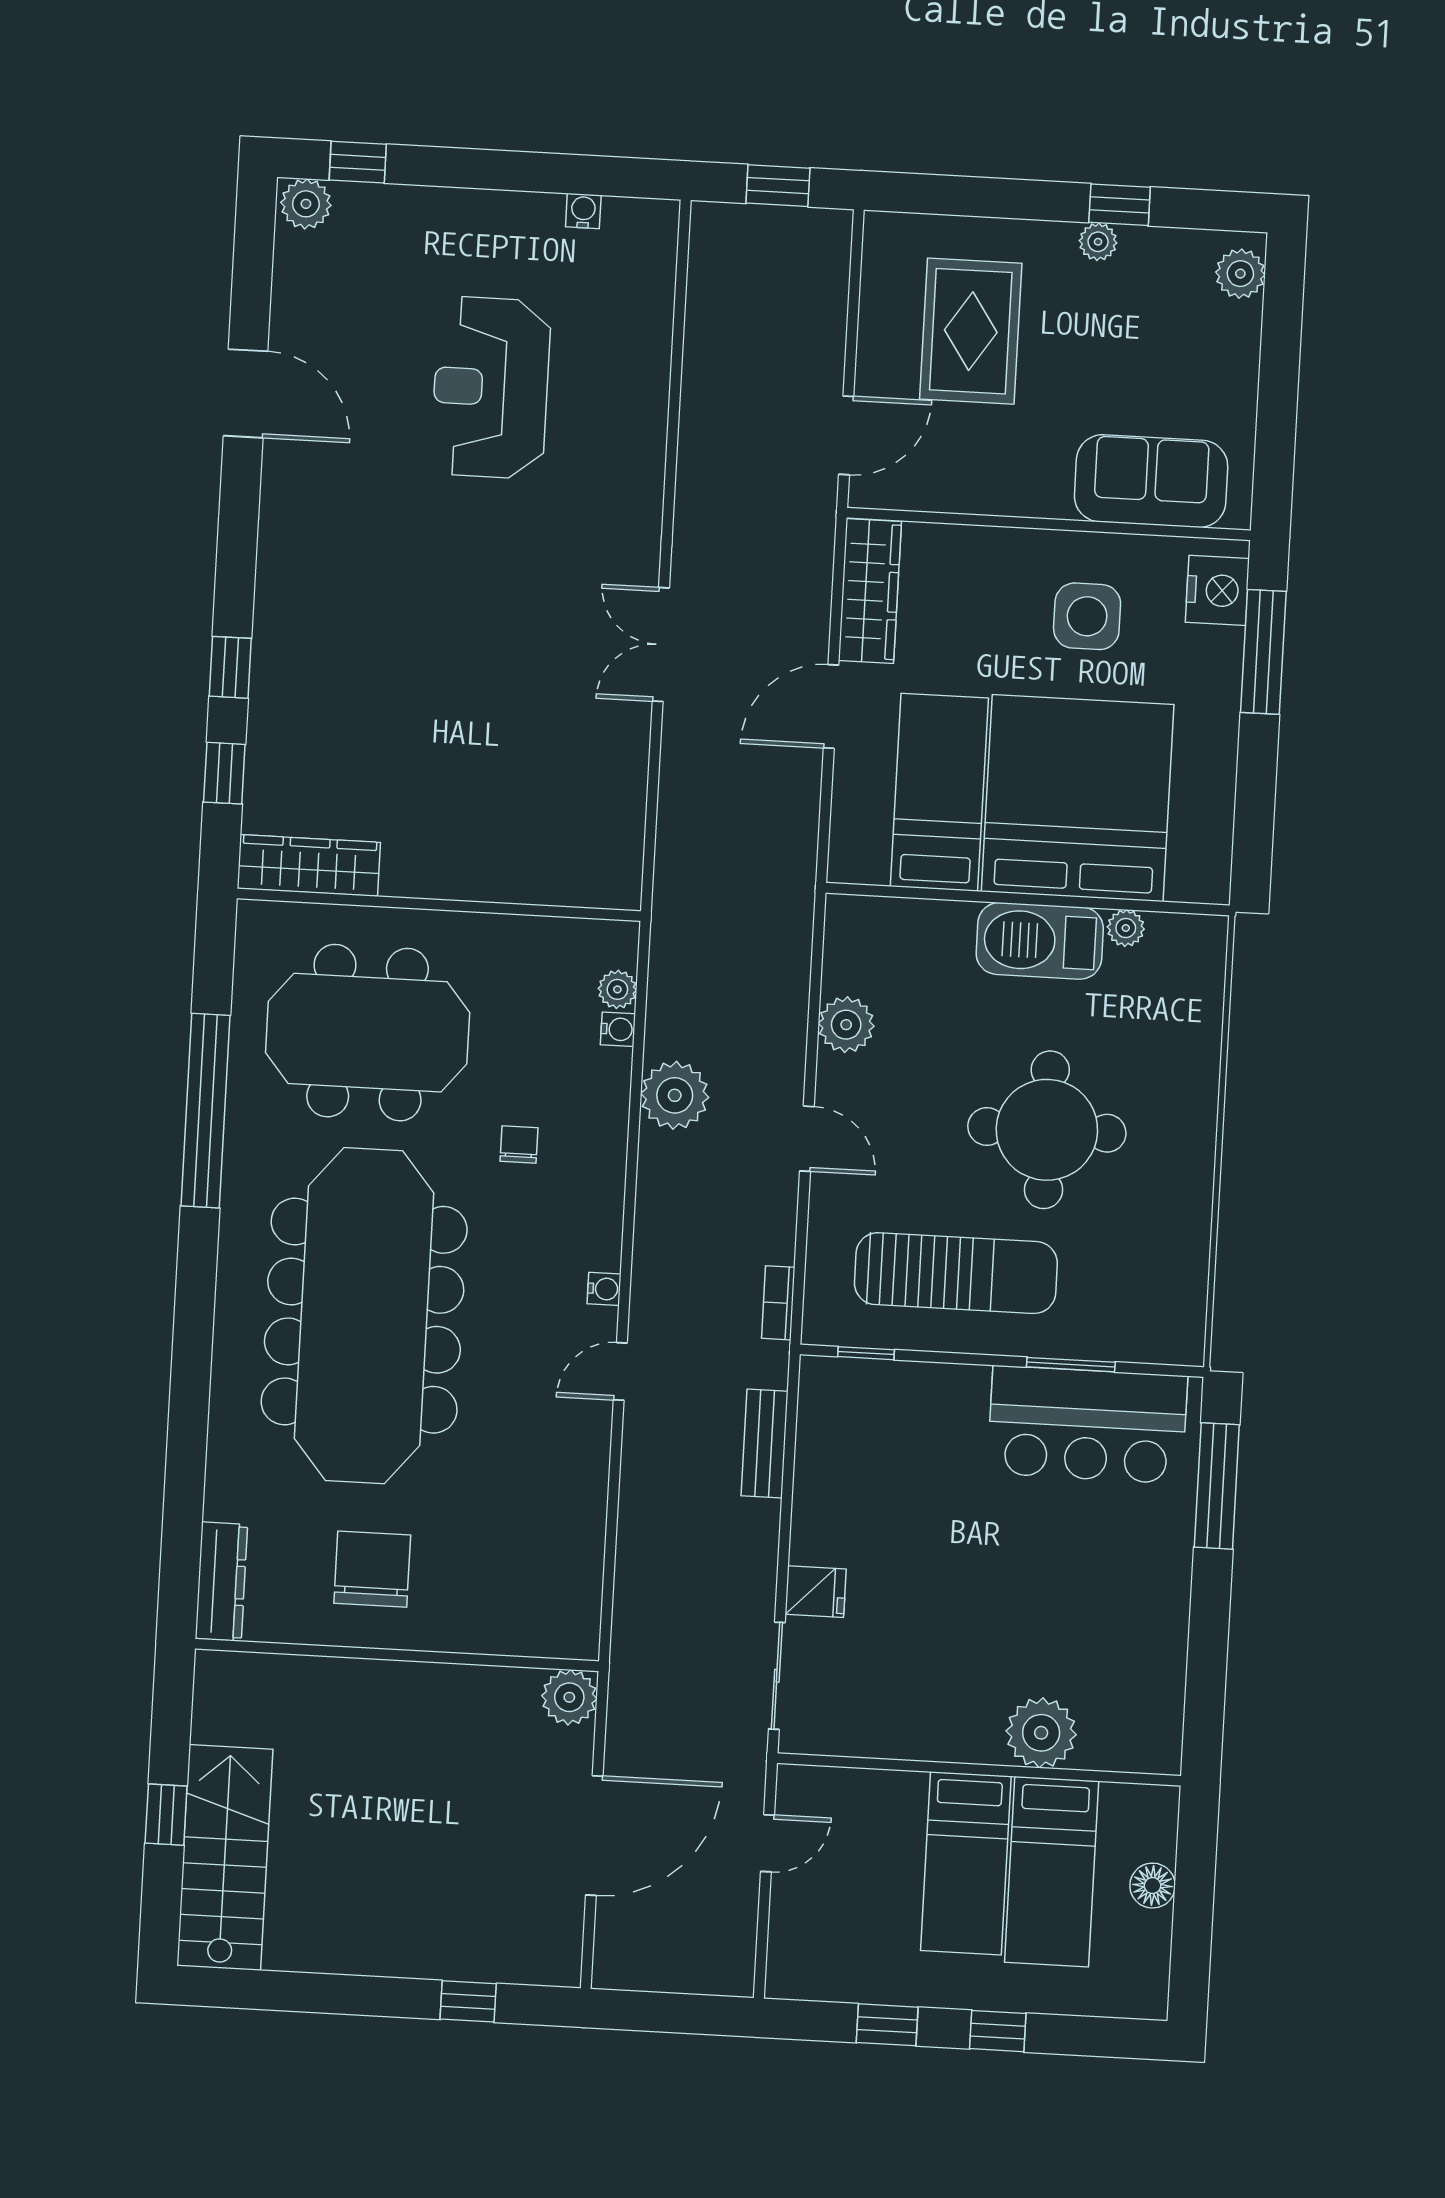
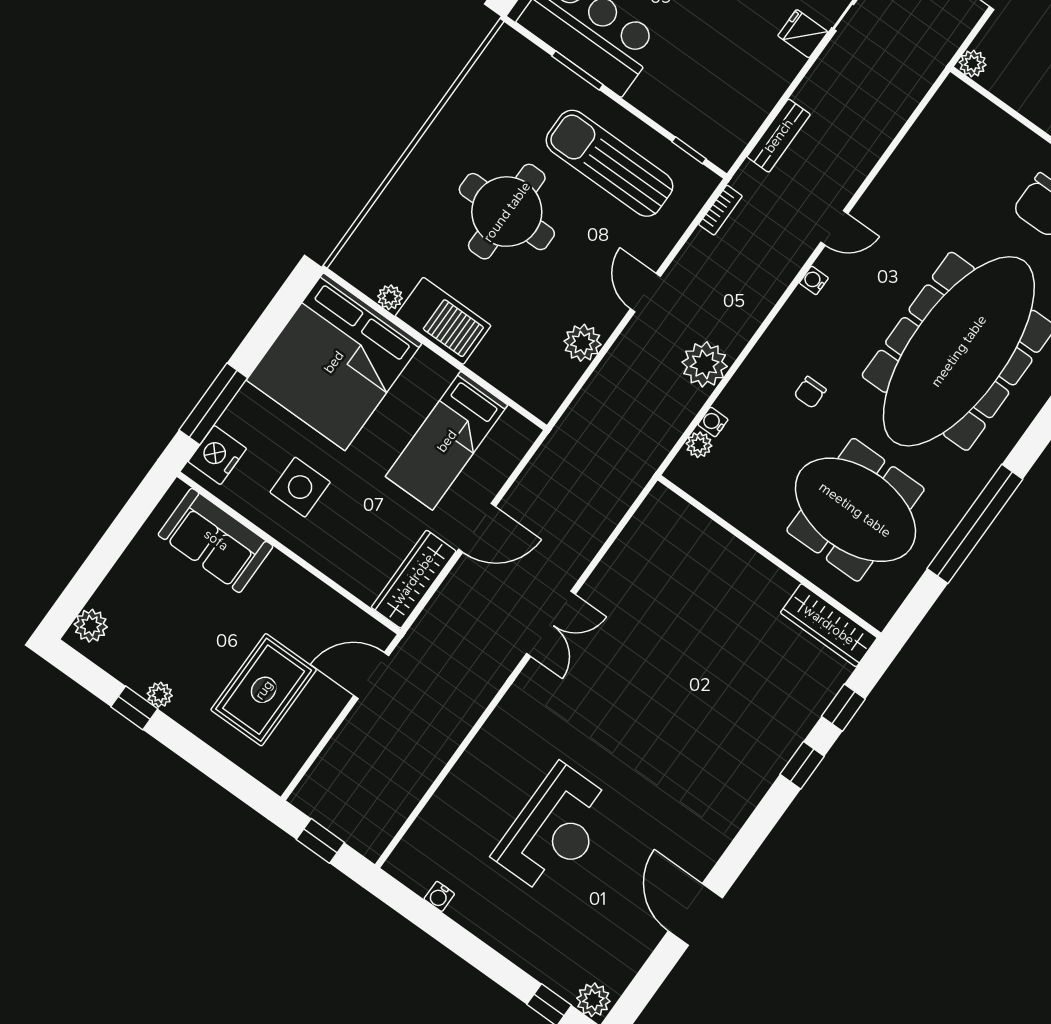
bed: (1078, 798) -> (334, 362), moved
plant: (569, 1697) -> (973, 63), width x0.73, depth x0.73

